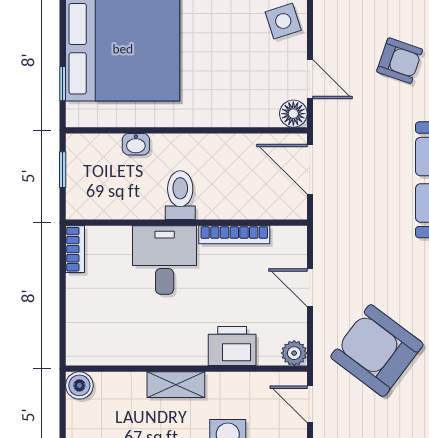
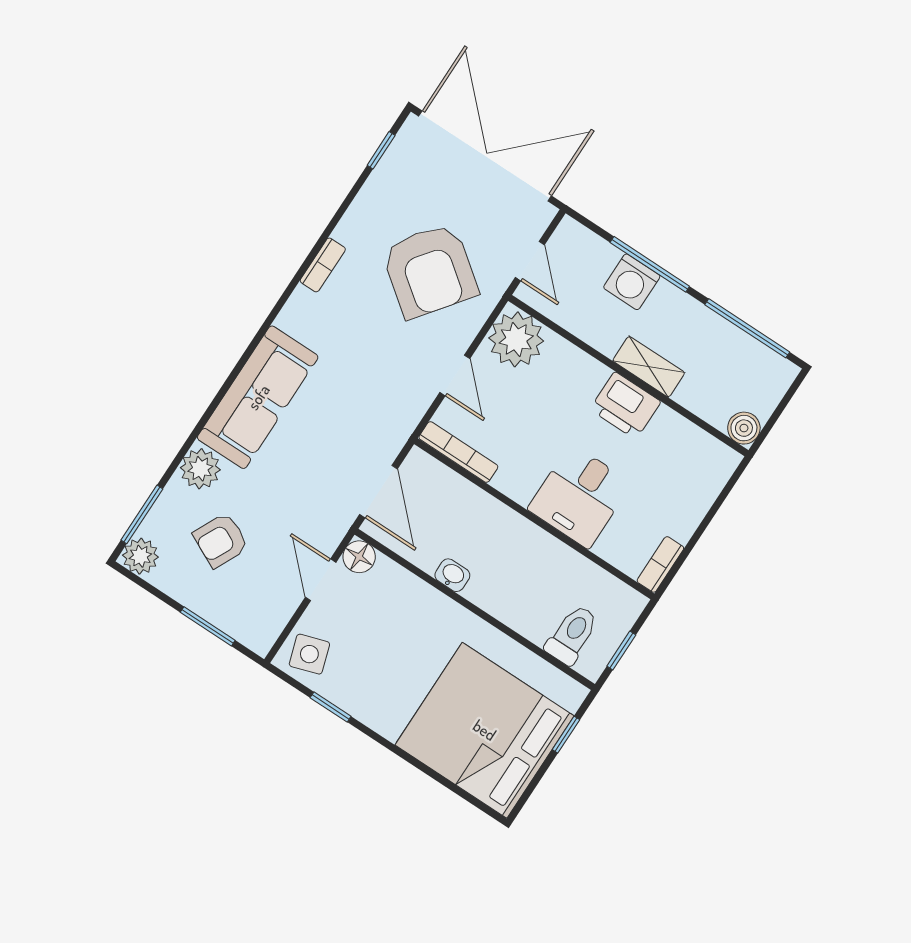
armchair: (400, 61) -> (221, 540), turned -83
washbasin: (136, 144) -> (452, 575), moved
toilet: (180, 195) -> (572, 635), moved, turned 180
bookcase: (234, 235) -> (458, 452), moved
printer: (232, 346) -> (625, 406), moved
plant: (294, 353) -> (516, 339), width x1.87, depth x1.87

